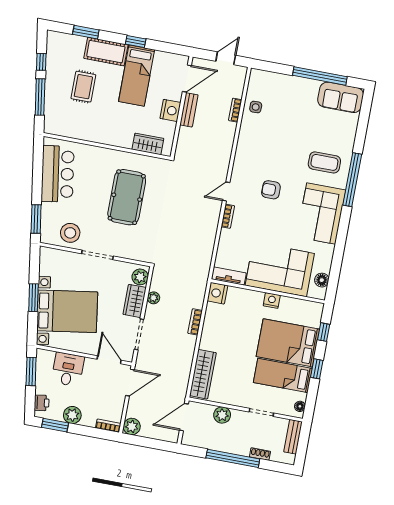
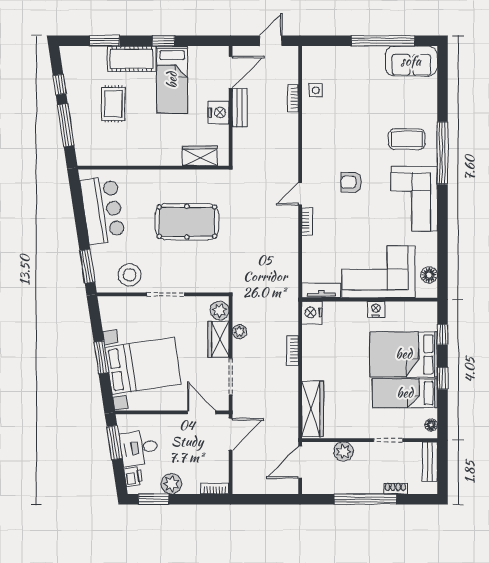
pool table: (127, 197) -> (187, 222), turned 90
desk: (68, 369) -> (139, 448), moved, turned -99
plant: (132, 427) -> (242, 484), removed

